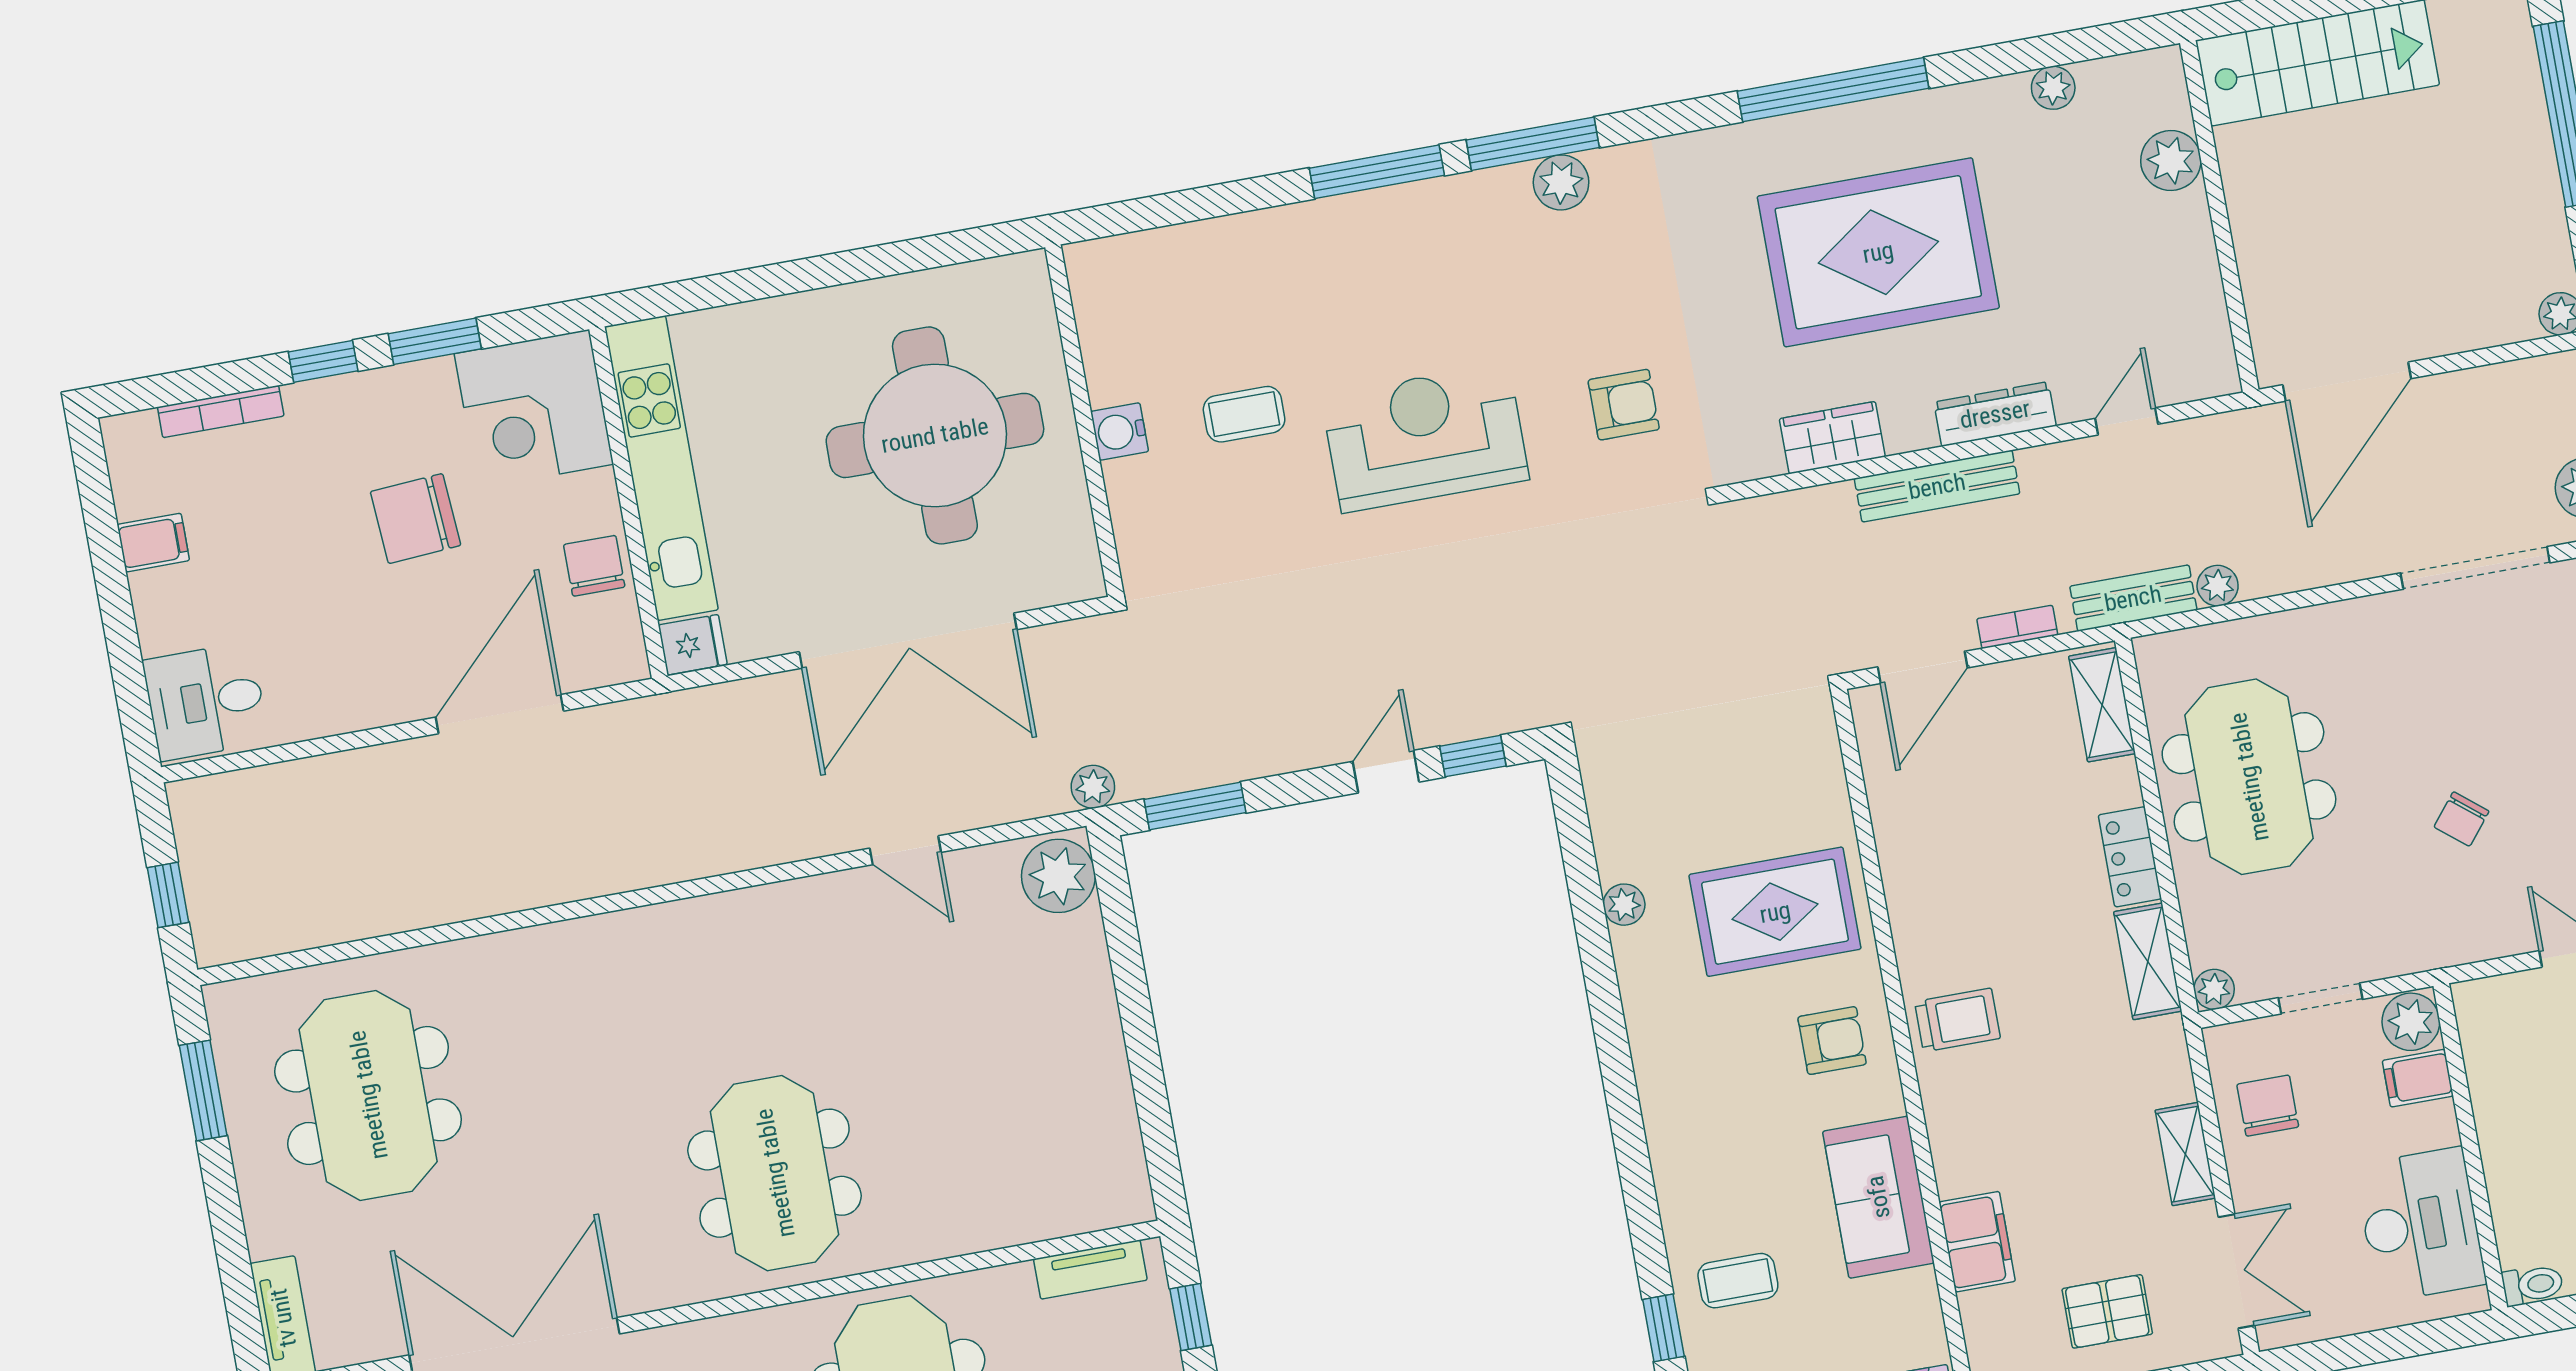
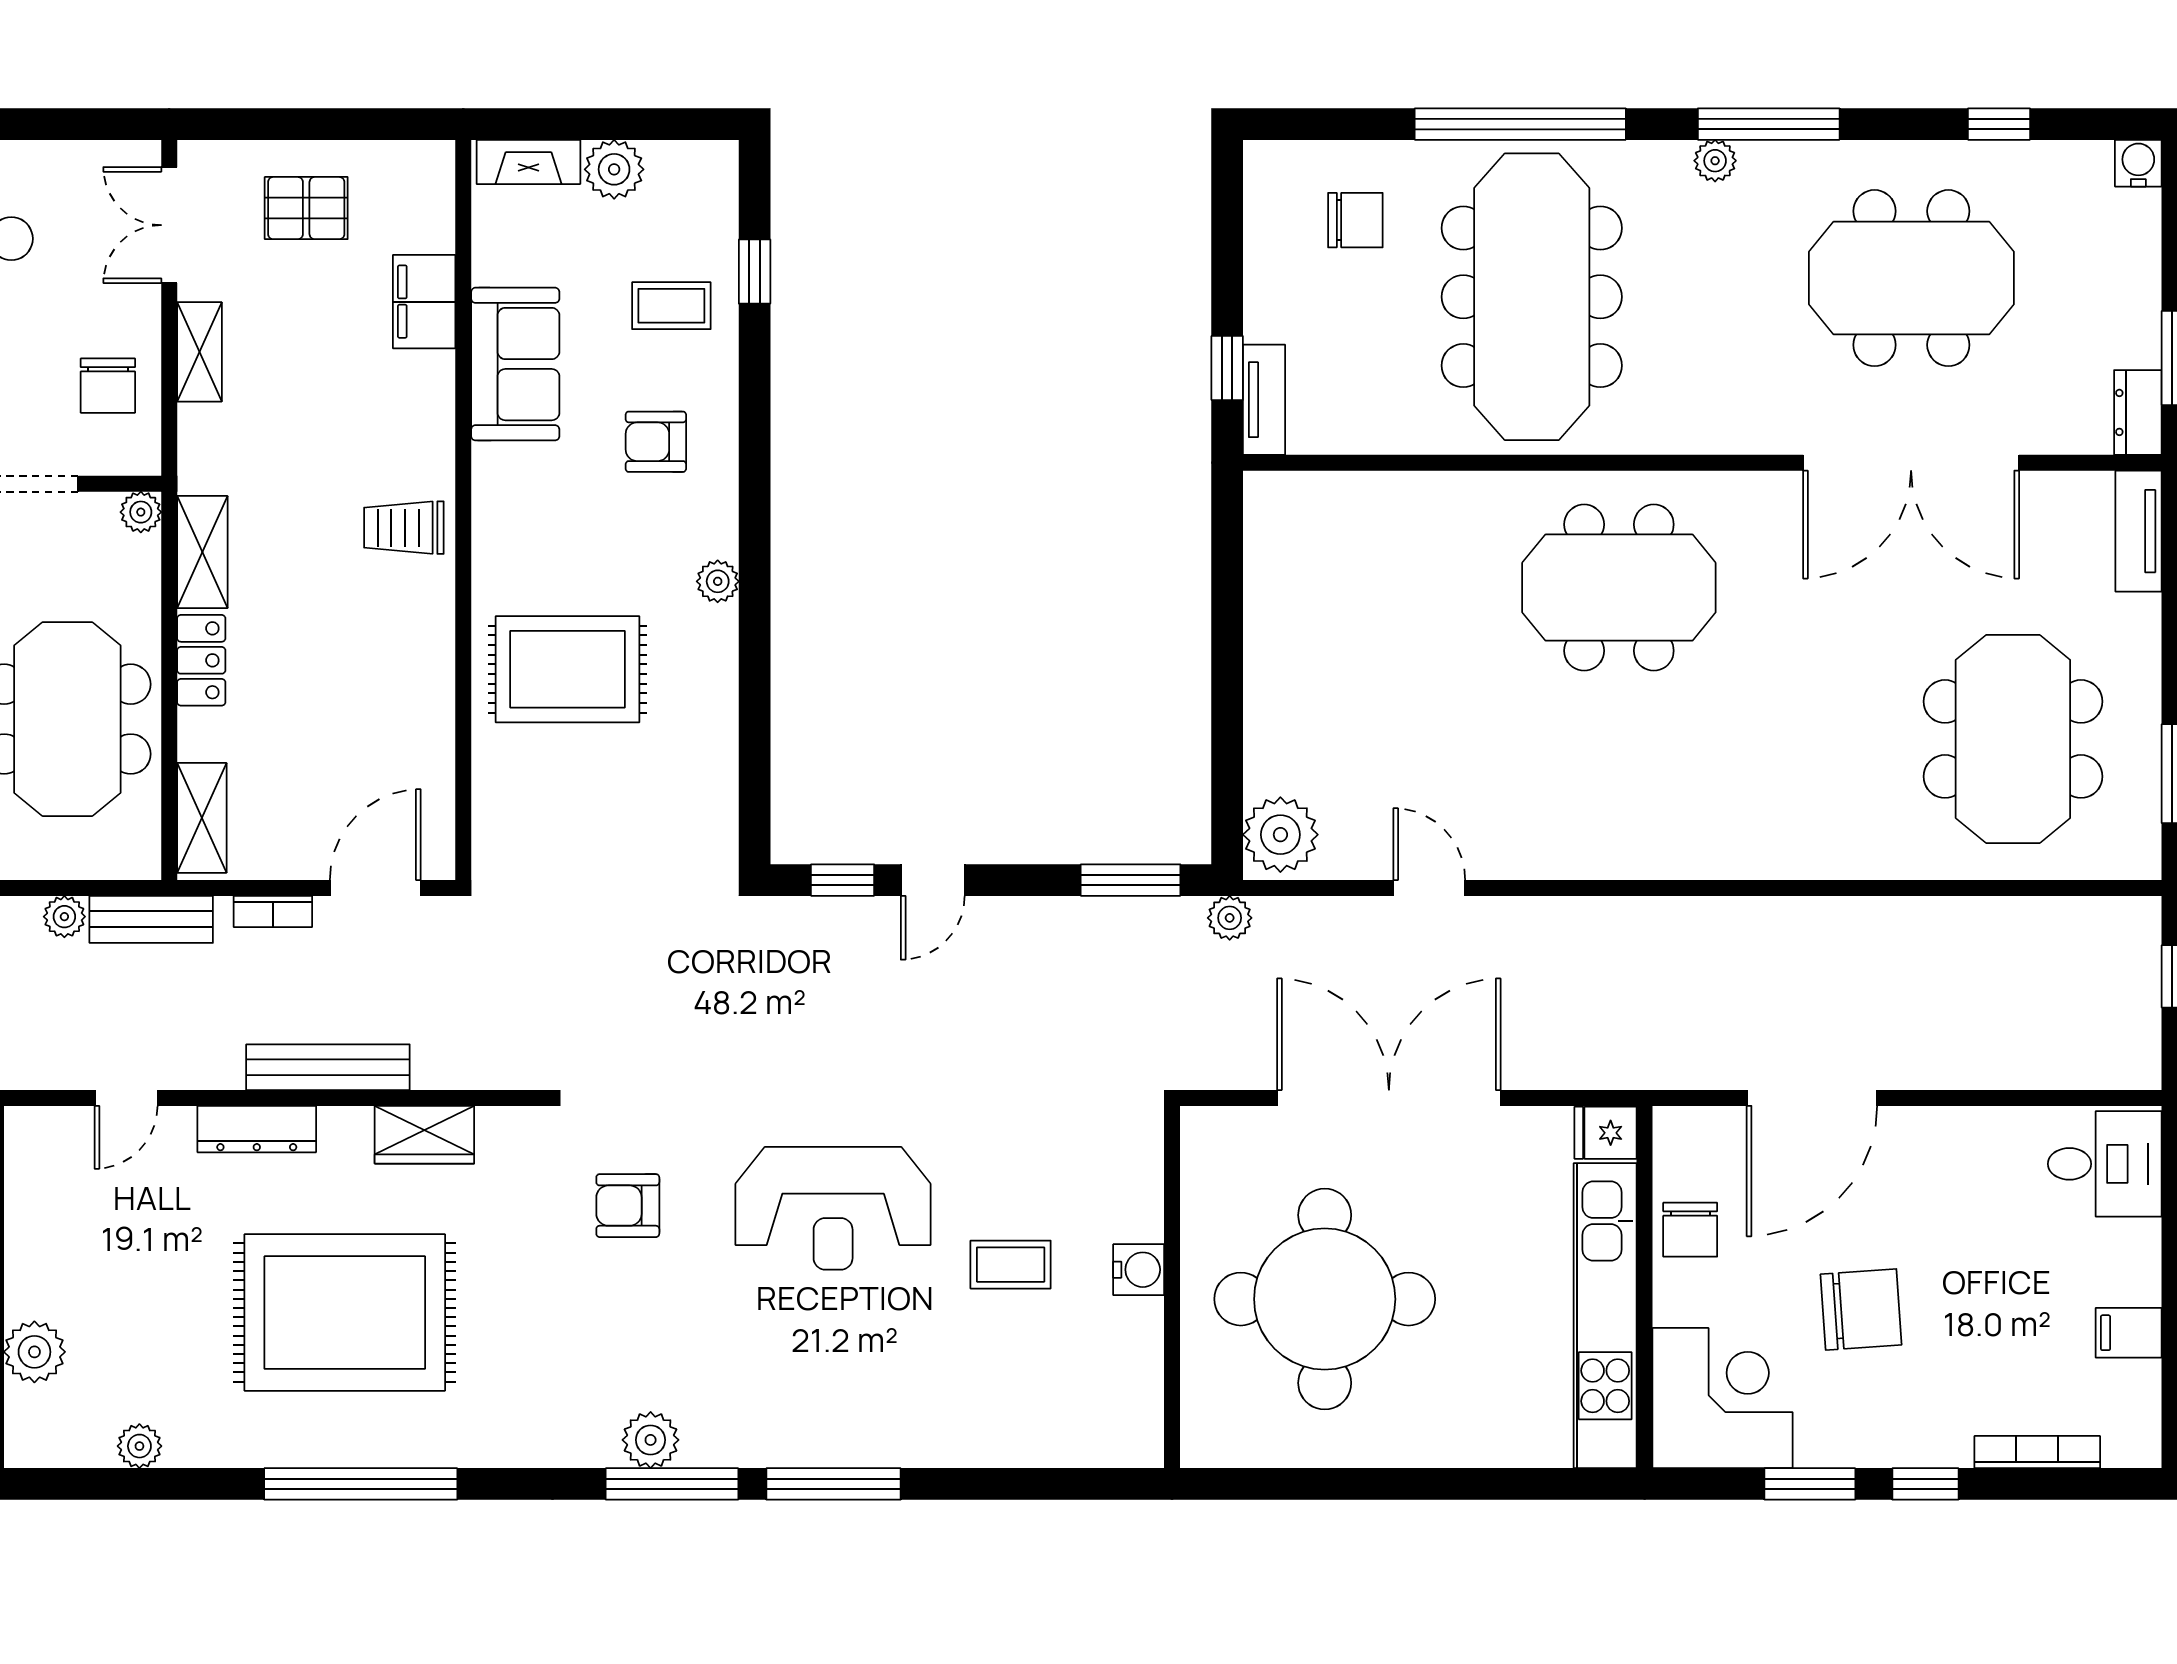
plant: (1624, 905) -> (718, 581), moved
armchair: (1832, 1041) -> (656, 442), moved
meeting table: (775, 1173) -> (1619, 588), turned 90
tv unit: (1090, 1270) -> (1264, 400), moved, turned 90

